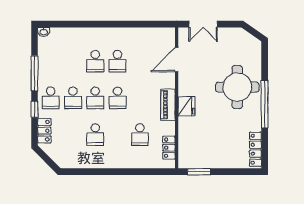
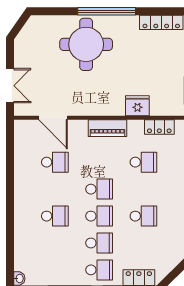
school desk: (118, 61) -> (55, 162), moved
fridge: (187, 106) -> (137, 106), moved

